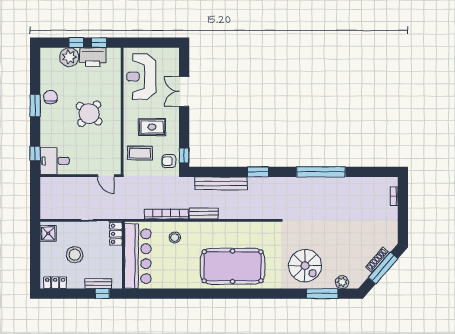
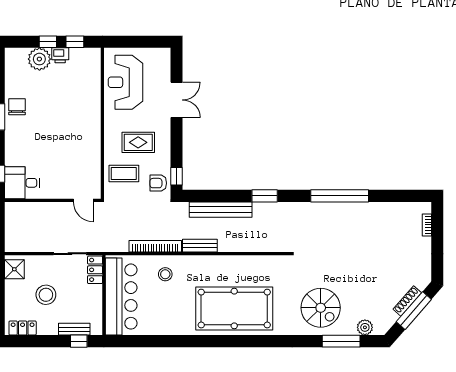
printer: (93, 57) -> (60, 55), width x0.53, depth x0.68
double door: (184, 91) -> (177, 100), swing flipped
round table: (89, 114) -> (63, 127), removed

